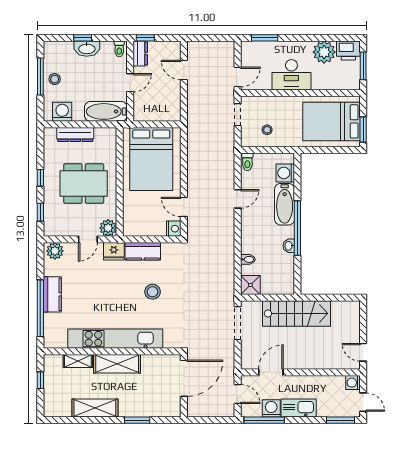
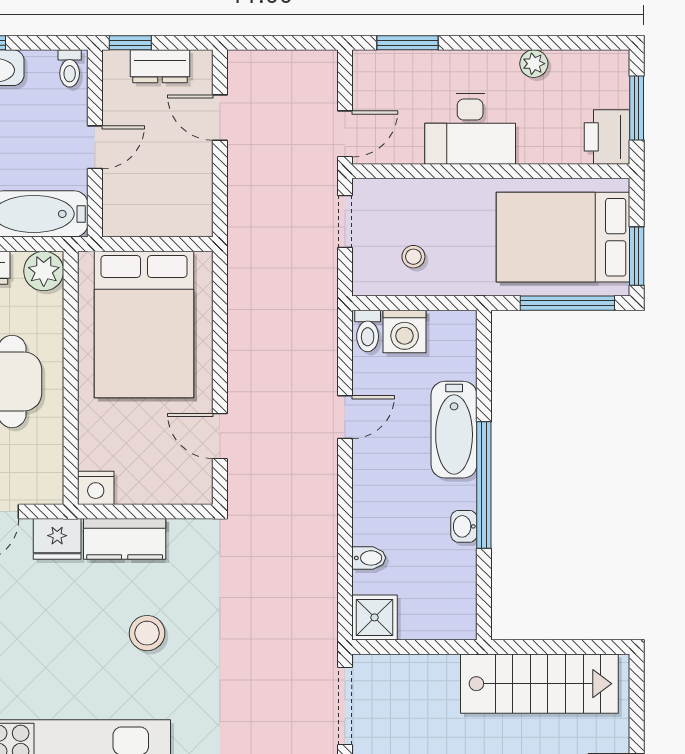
printer: (348, 51) -> (607, 137), moved, turned 90
plant: (324, 52) -> (534, 64), width x0.53, depth x0.53
dresser: (140, 53) -> (160, 66), moved, turned 90
window: (333, 150) -> (567, 303), added
washing machine: (285, 173) -> (405, 331), moved, turned -90
plant: (108, 228) -> (44, 271), moved
nightstand: (174, 229) -> (96, 488), moved, turned 90
stairs: (296, 313) -> (539, 684), moved

